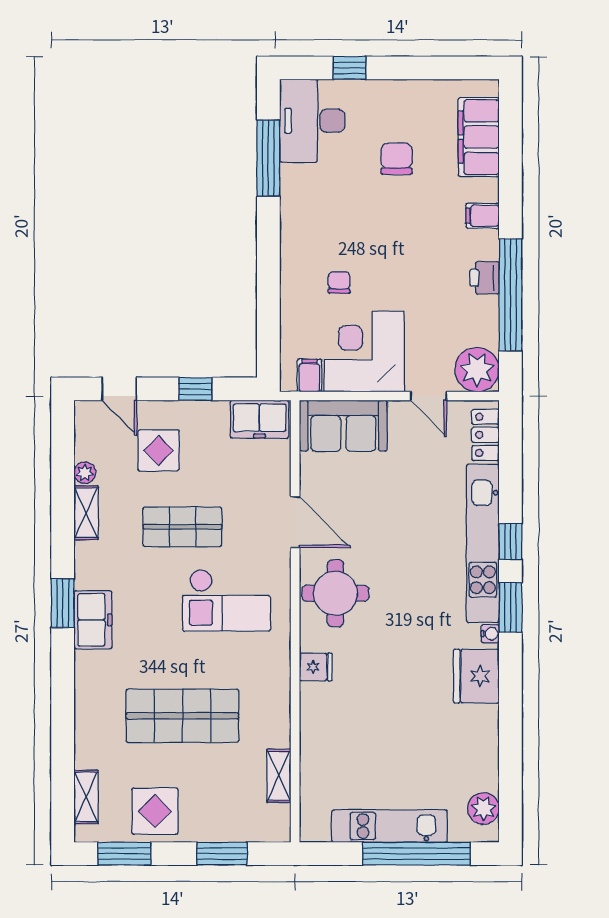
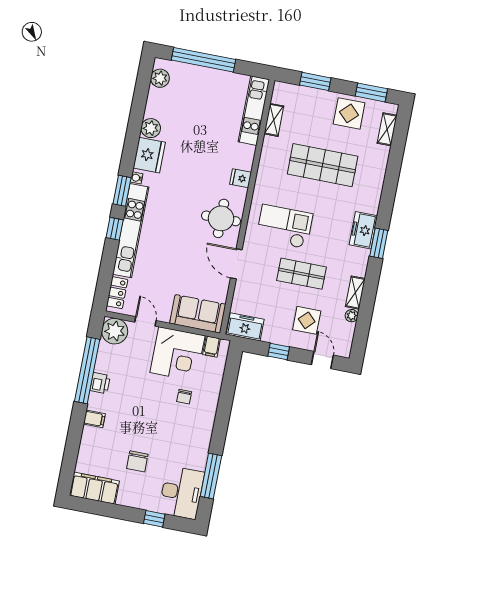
filing cabinet: (479, 137) -> (94, 488), moved, turned -90
plant: (483, 722) -> (151, 128), added
kitchen unit: (389, 826) -> (254, 111), moved, turned 90

